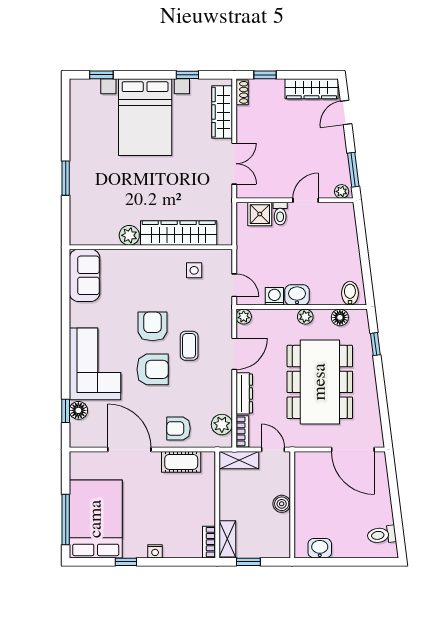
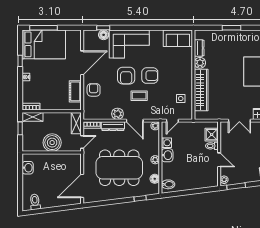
dresser: (102, 237) -> (199, 48), added
plant: (222, 425) -> (117, 114), moved
boiler: (282, 504) -> (52, 143), width x1.86, depth x1.86

